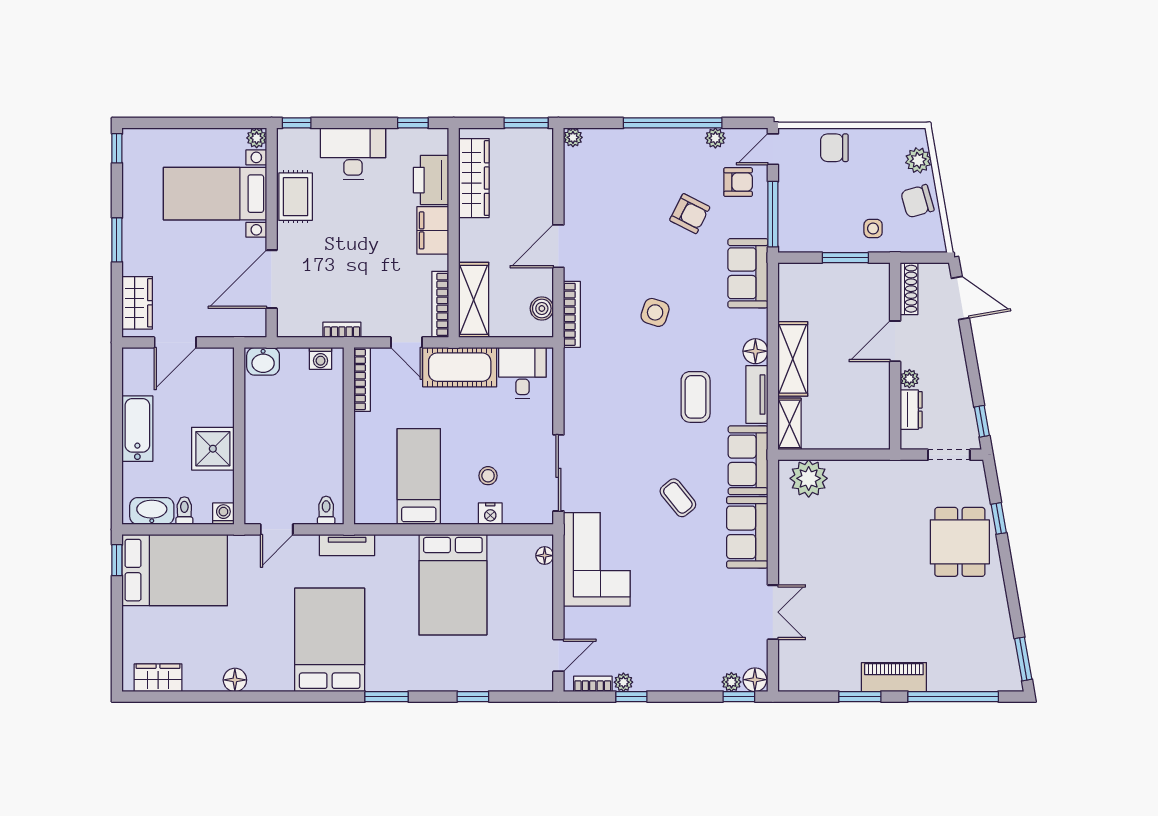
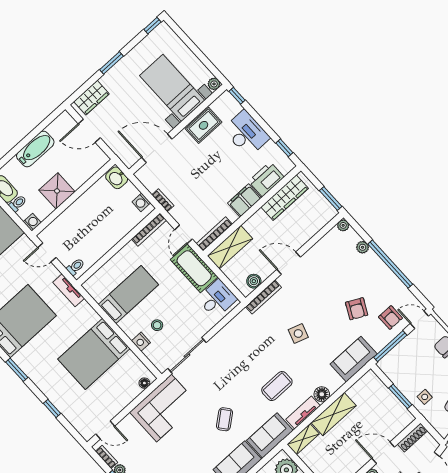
plant: (715, 138) -> (363, 247), moved

